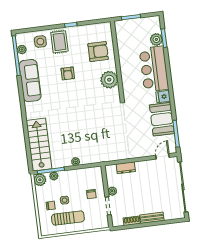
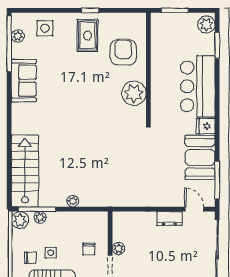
plant: (156, 39) -> (206, 24), moved
rug: (59, 42) -> (87, 35), moved
armchair: (98, 52) -> (123, 52), turned -90
armchair: (68, 73) -> (77, 77), removed
sofa: (30, 81) -> (24, 81), width x0.73
door: (163, 156) -> (194, 209), hinge flipped
dresser: (126, 168) -> (169, 219), moved

